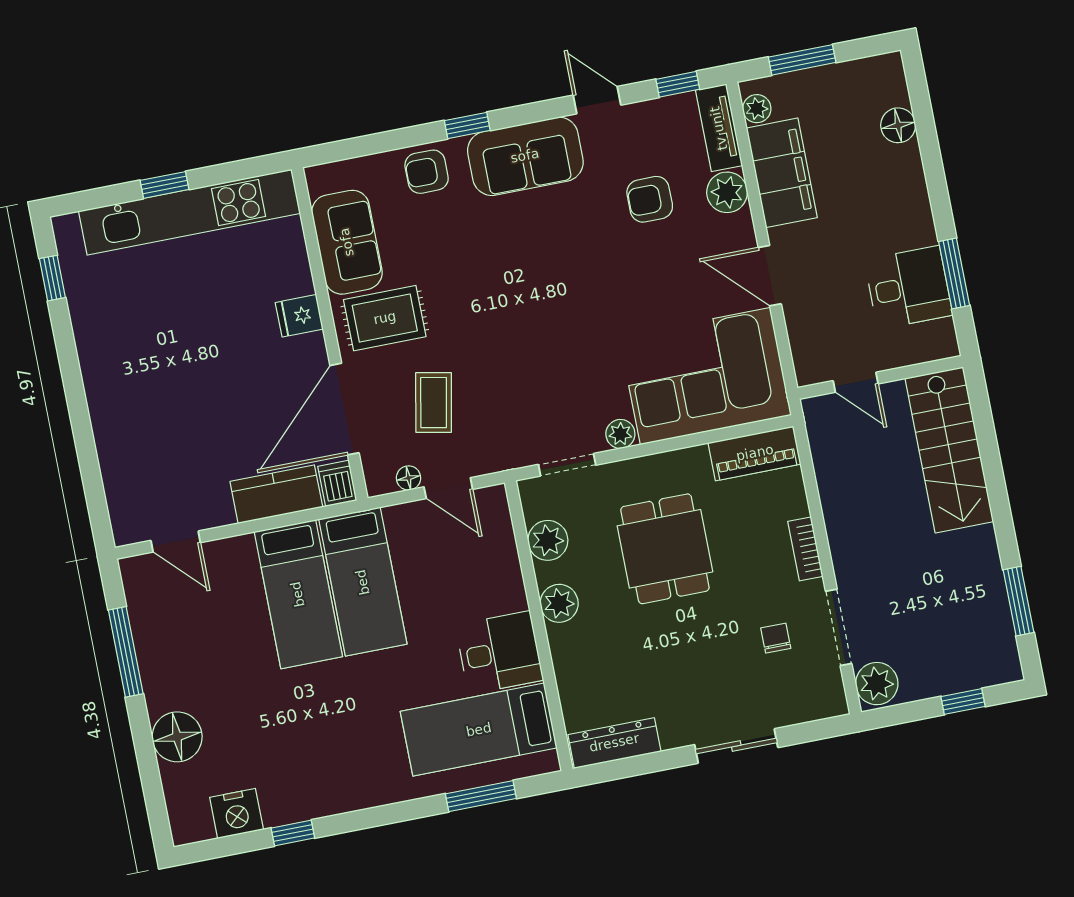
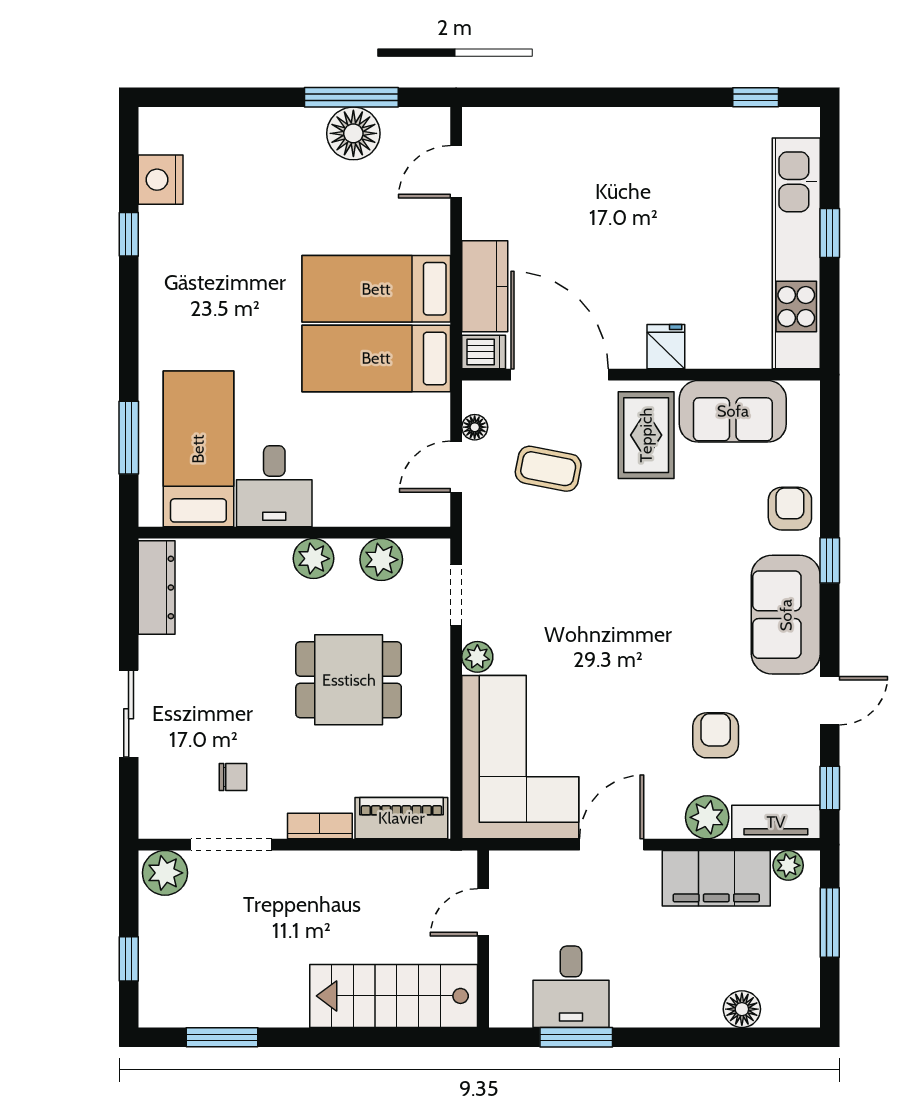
piano: (755, 453) -> (401, 818), moved, turned 90
floor lamp: (177, 737) -> (353, 133), moved

